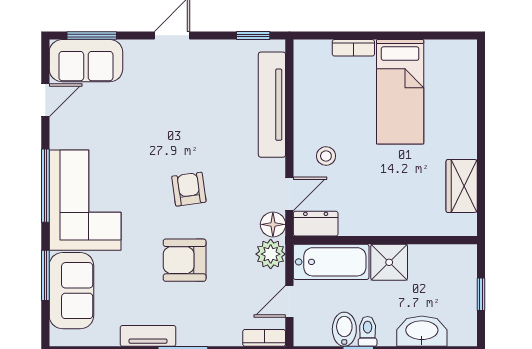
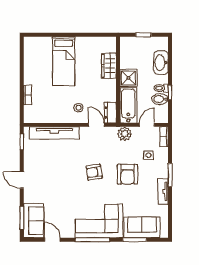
bed: (400, 92) -> (64, 61), moved, turned 90
wardrobe: (462, 186) -> (109, 66), moved, turned 90
floor lamp: (273, 224) -> (111, 133), removed
door: (289, 301) -> (147, 125), swing flipped
side table: (225, 304) -> (148, 155), added

